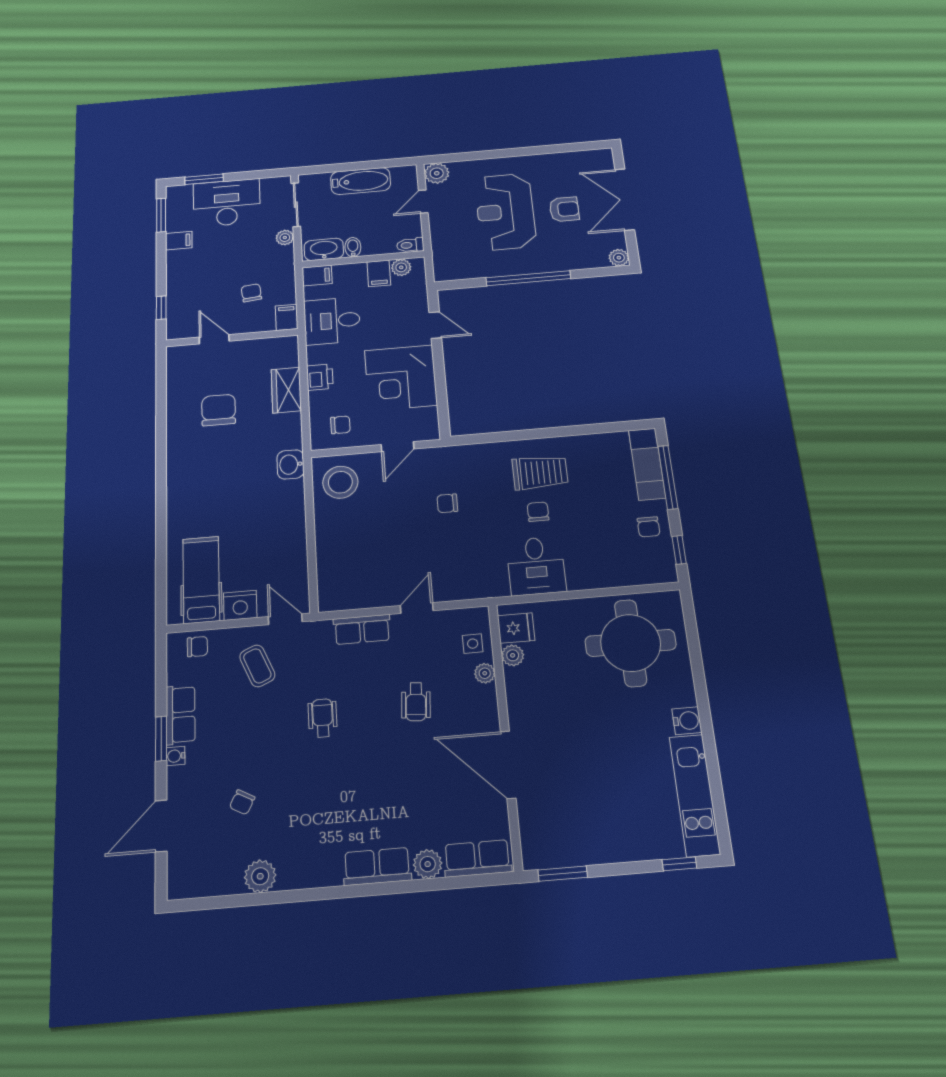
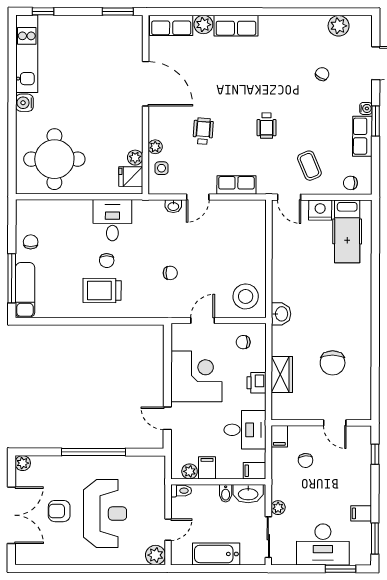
window: (679, 550) -> (12, 223), removed
washbasin: (451, 592) -> (173, 206), added
plant: (260, 876) -> (339, 26), moved

